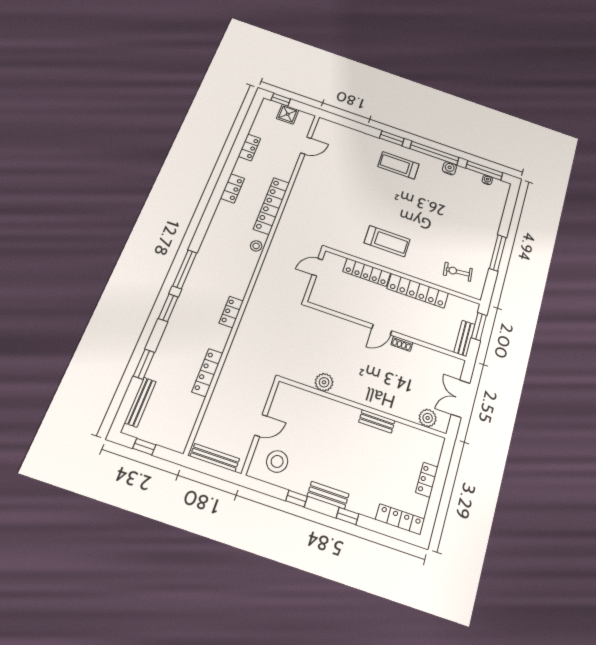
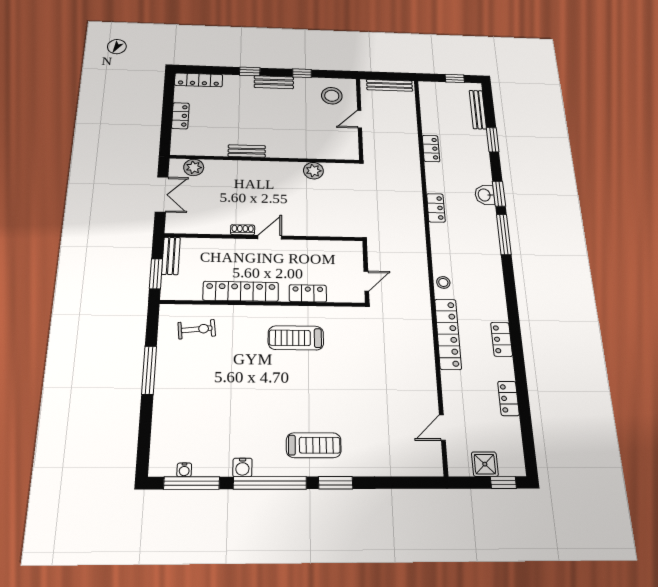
locker: (367, 272) -> (308, 293), width x0.66
washbasin: (182, 311) -> (485, 195), added
locker: (207, 372) -> (431, 149), width x0.66

